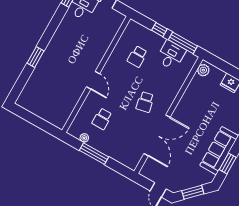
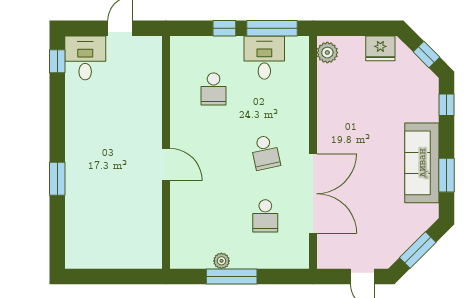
school desk: (102, 119) -> (265, 216), moved
plant: (84, 138) -> (221, 261), moved

